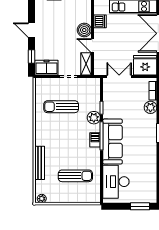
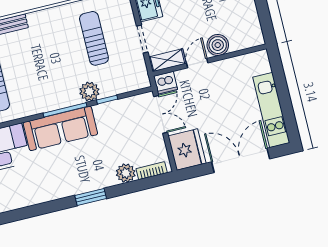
dishwasher: (100, 21) -> (166, 83), moved
barbecue: (95, 140) -> (56, 102), removed

